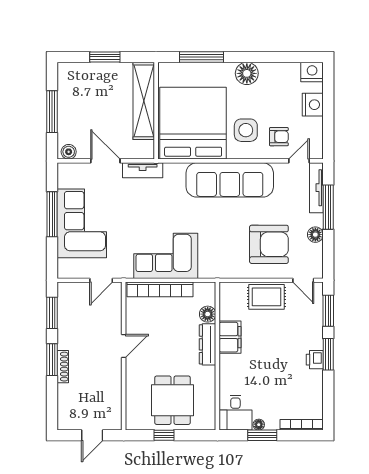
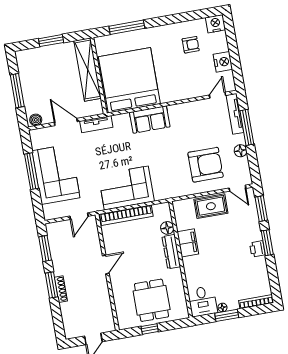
floor lamp: (247, 73) -> (165, 34), removed
nightstand: (313, 105) -> (223, 62), moved
side table: (246, 130) -> (172, 78), removed
armchair: (279, 137) -> (191, 45), moved
sofa: (230, 180) -> (150, 120), width x0.54, depth x0.79

